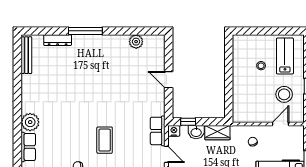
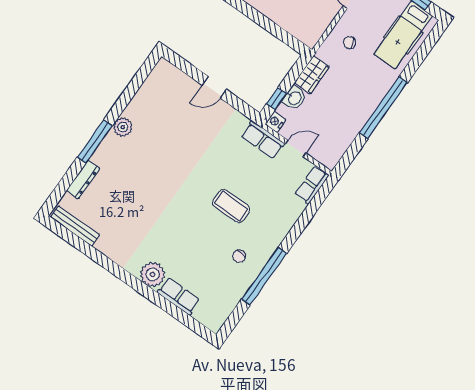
plant: (136, 42) -> (123, 127), moved

